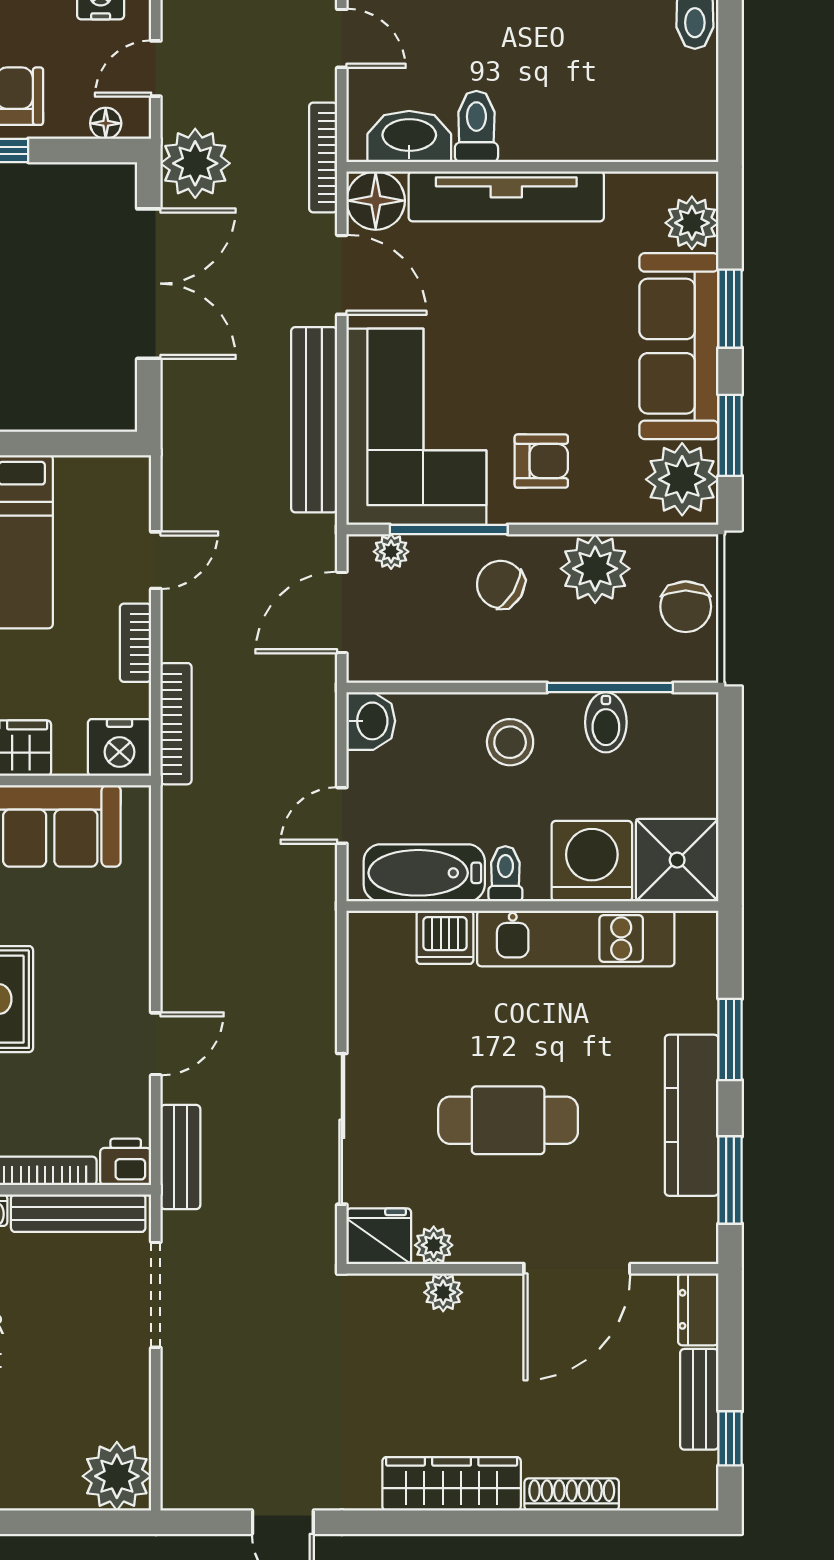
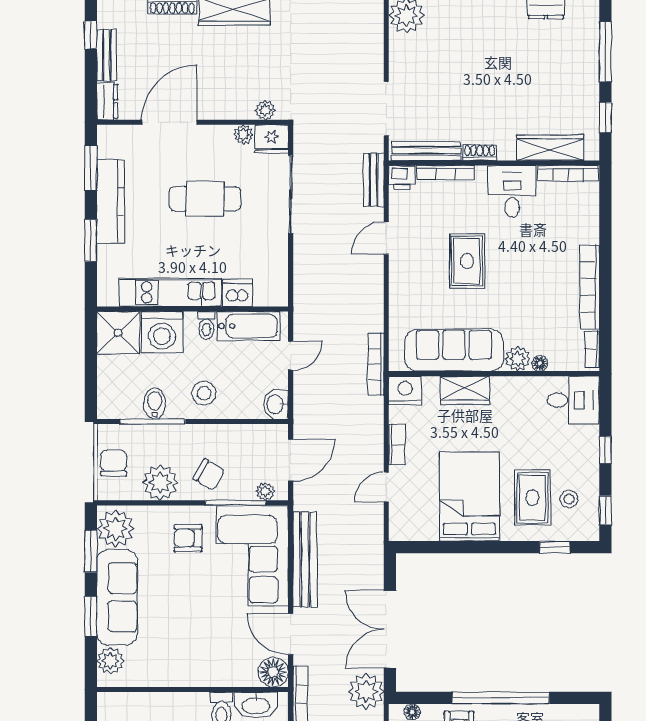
tv unit: (506, 196) -> (206, 674), removed
bookcase: (176, 724) -> (376, 364), moved
plant: (443, 1292) -> (265, 110), moved

